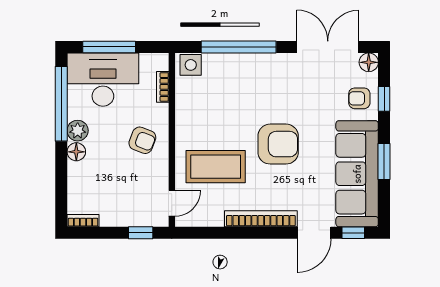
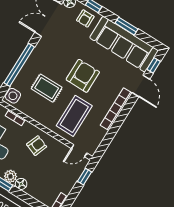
rug: (230, 105) -> (47, 88), added
door: (172, 203) -> (79, 151), swing flipped

